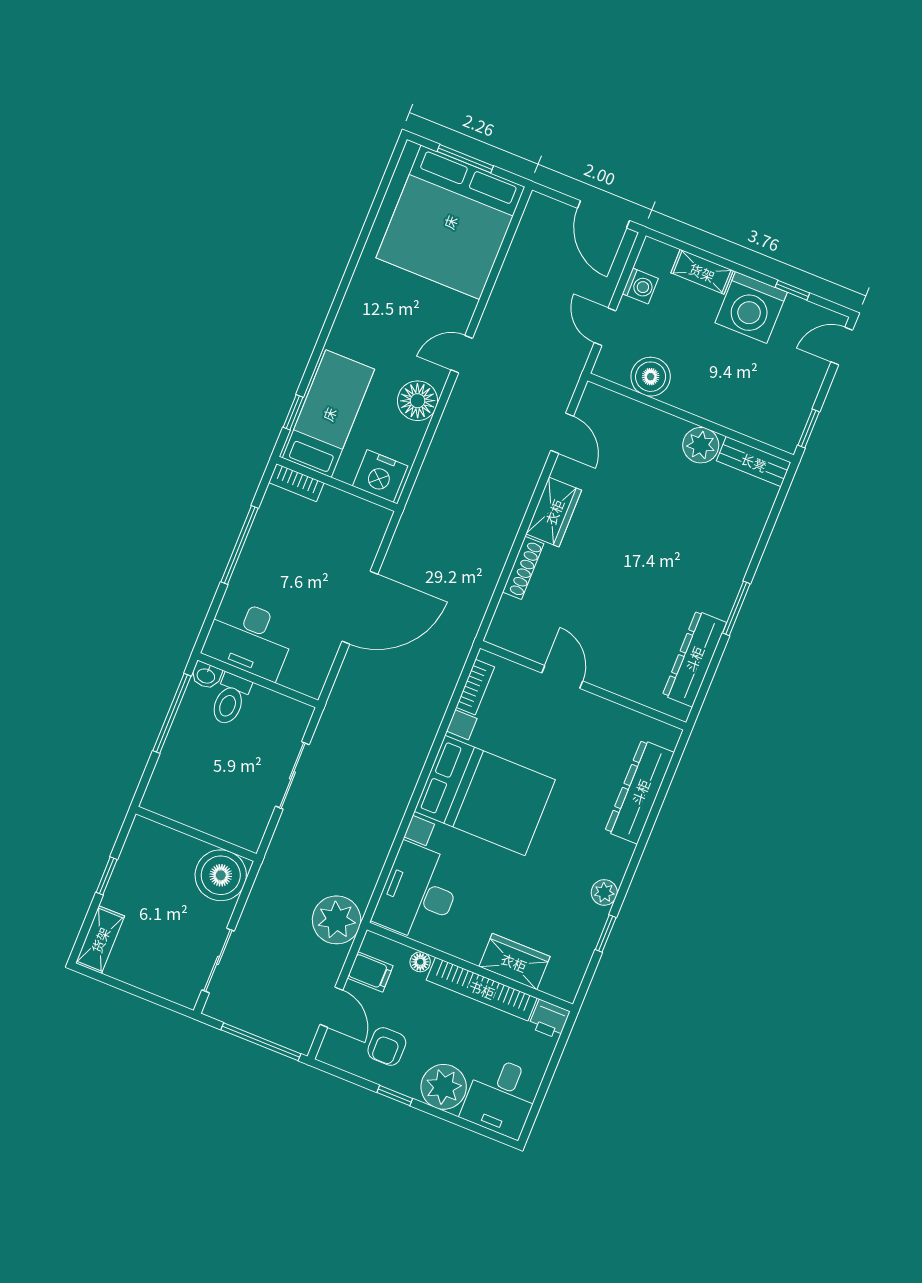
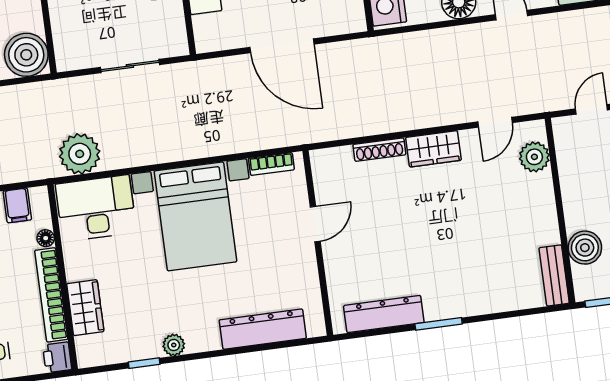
boiler: (651, 377) -> (585, 248), moved
plant: (701, 445) -> (534, 157), moved
plant: (337, 920) -> (80, 154), moved

